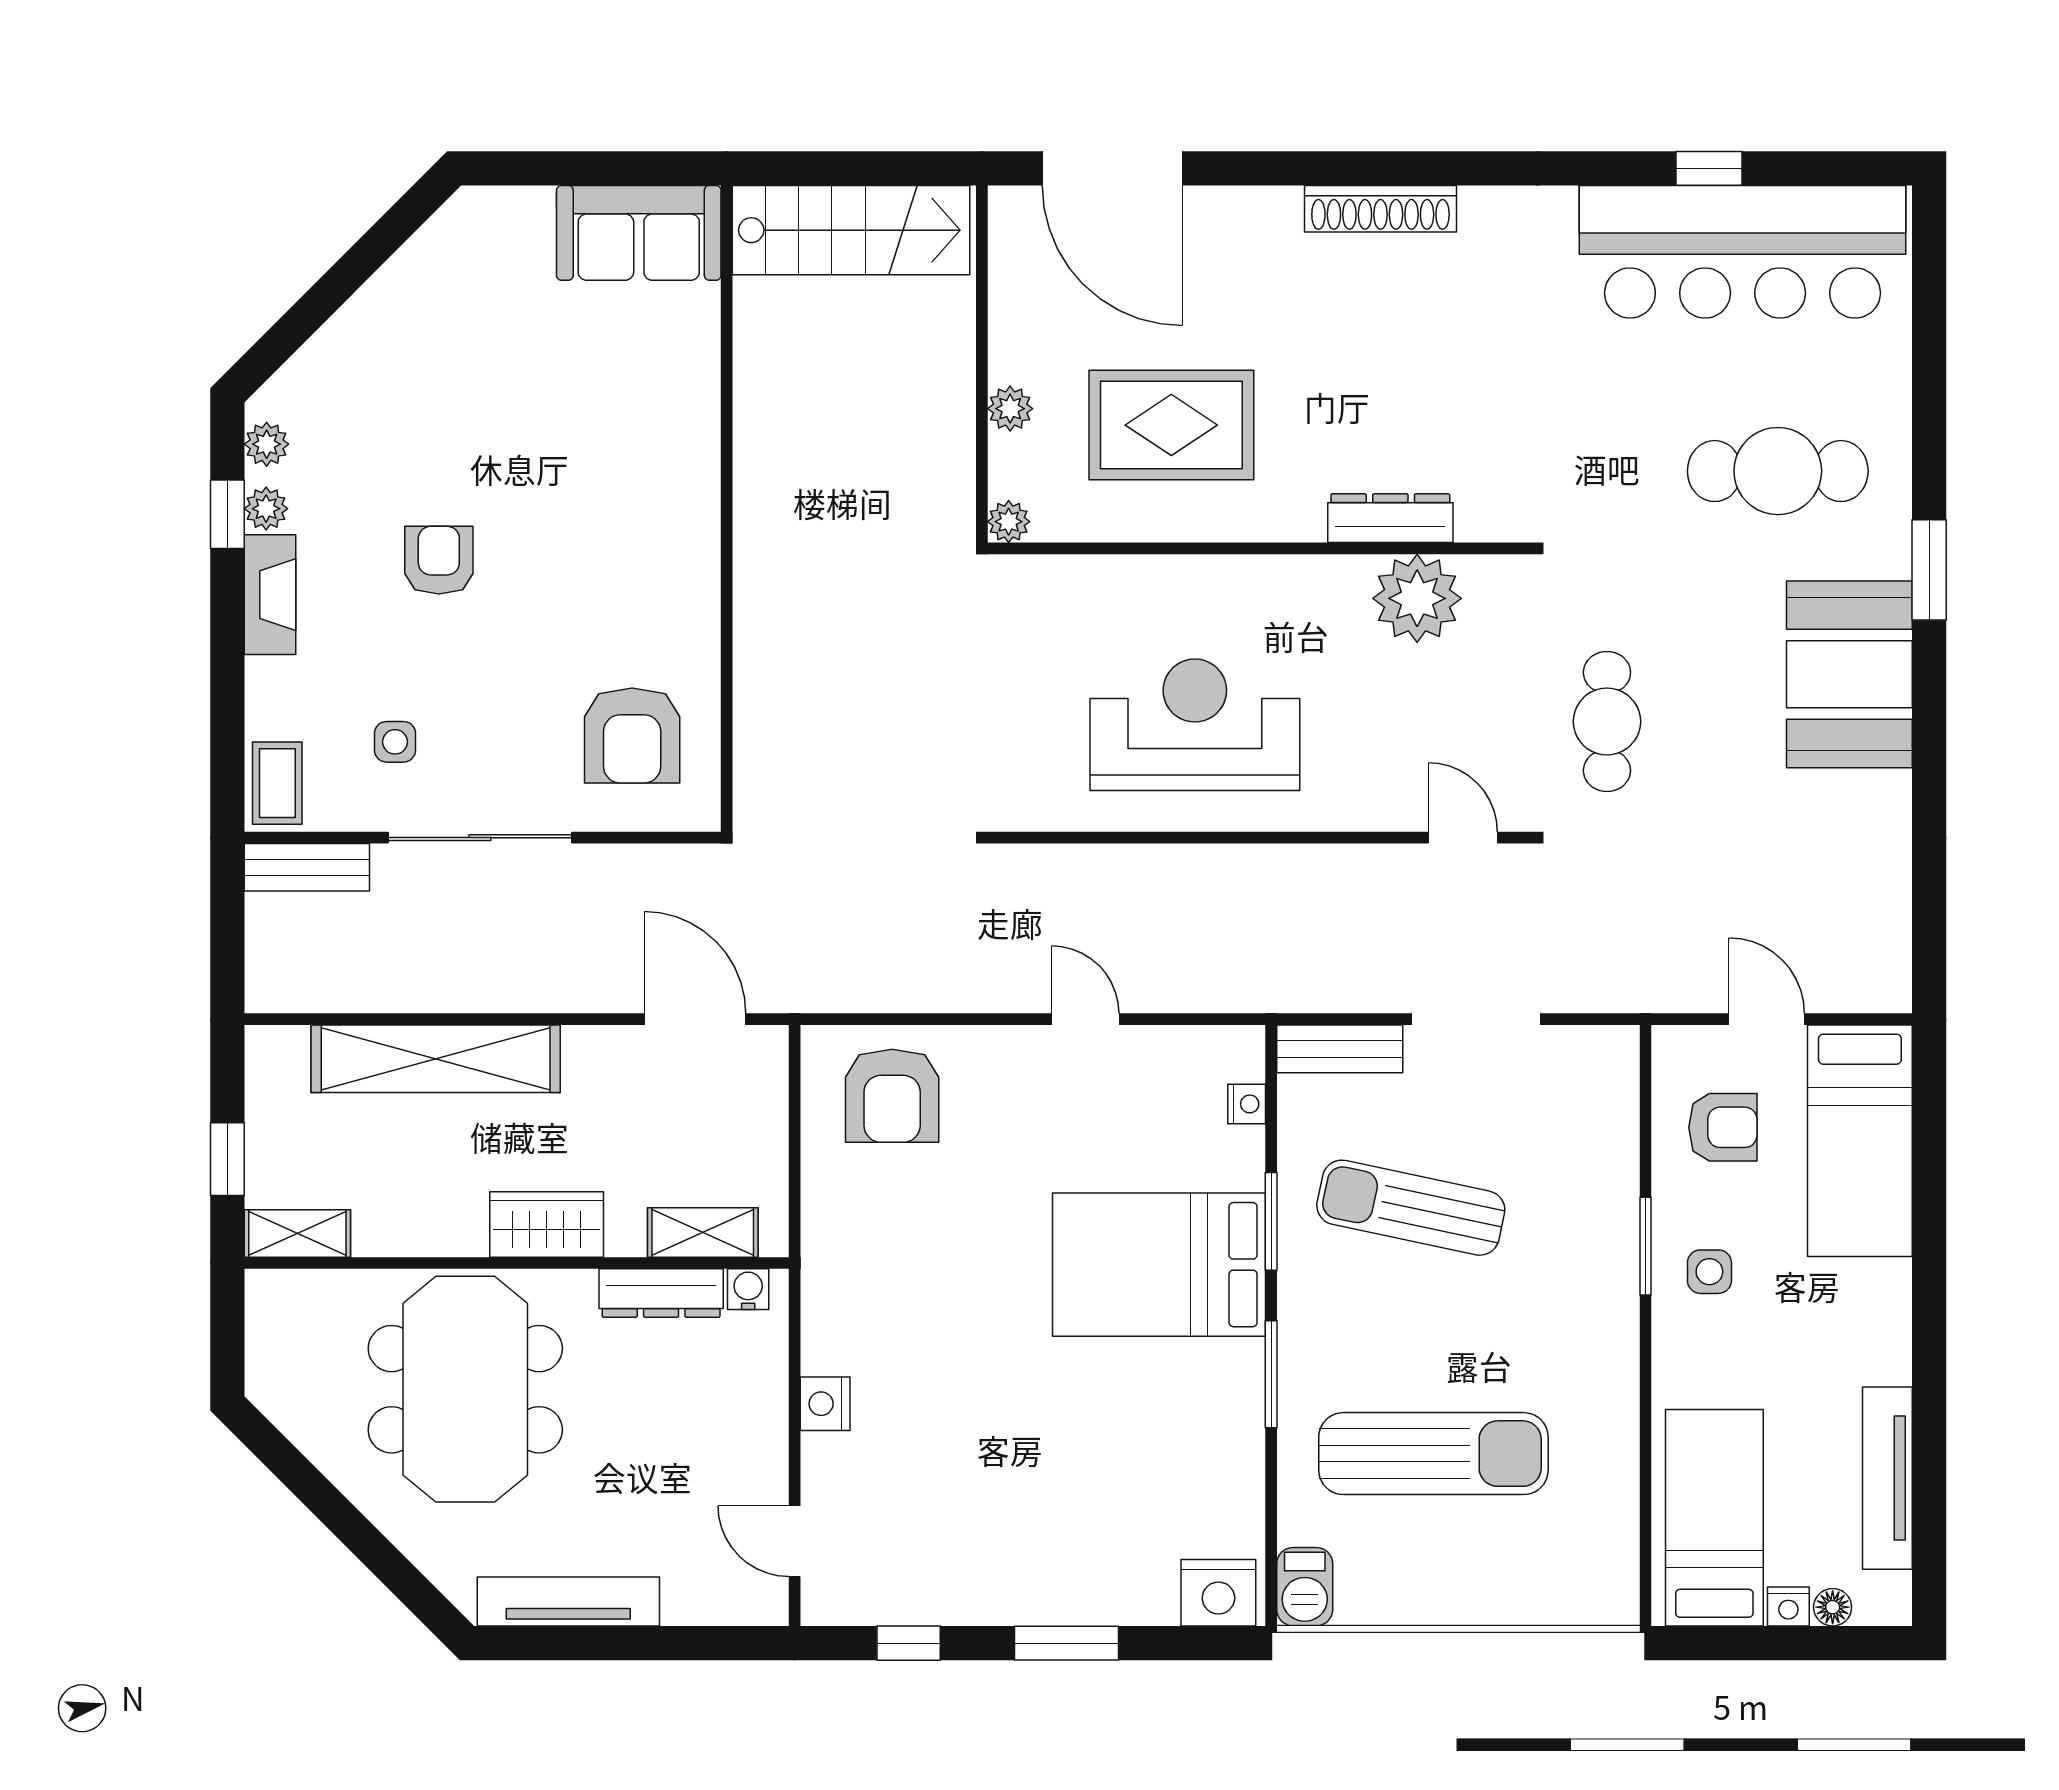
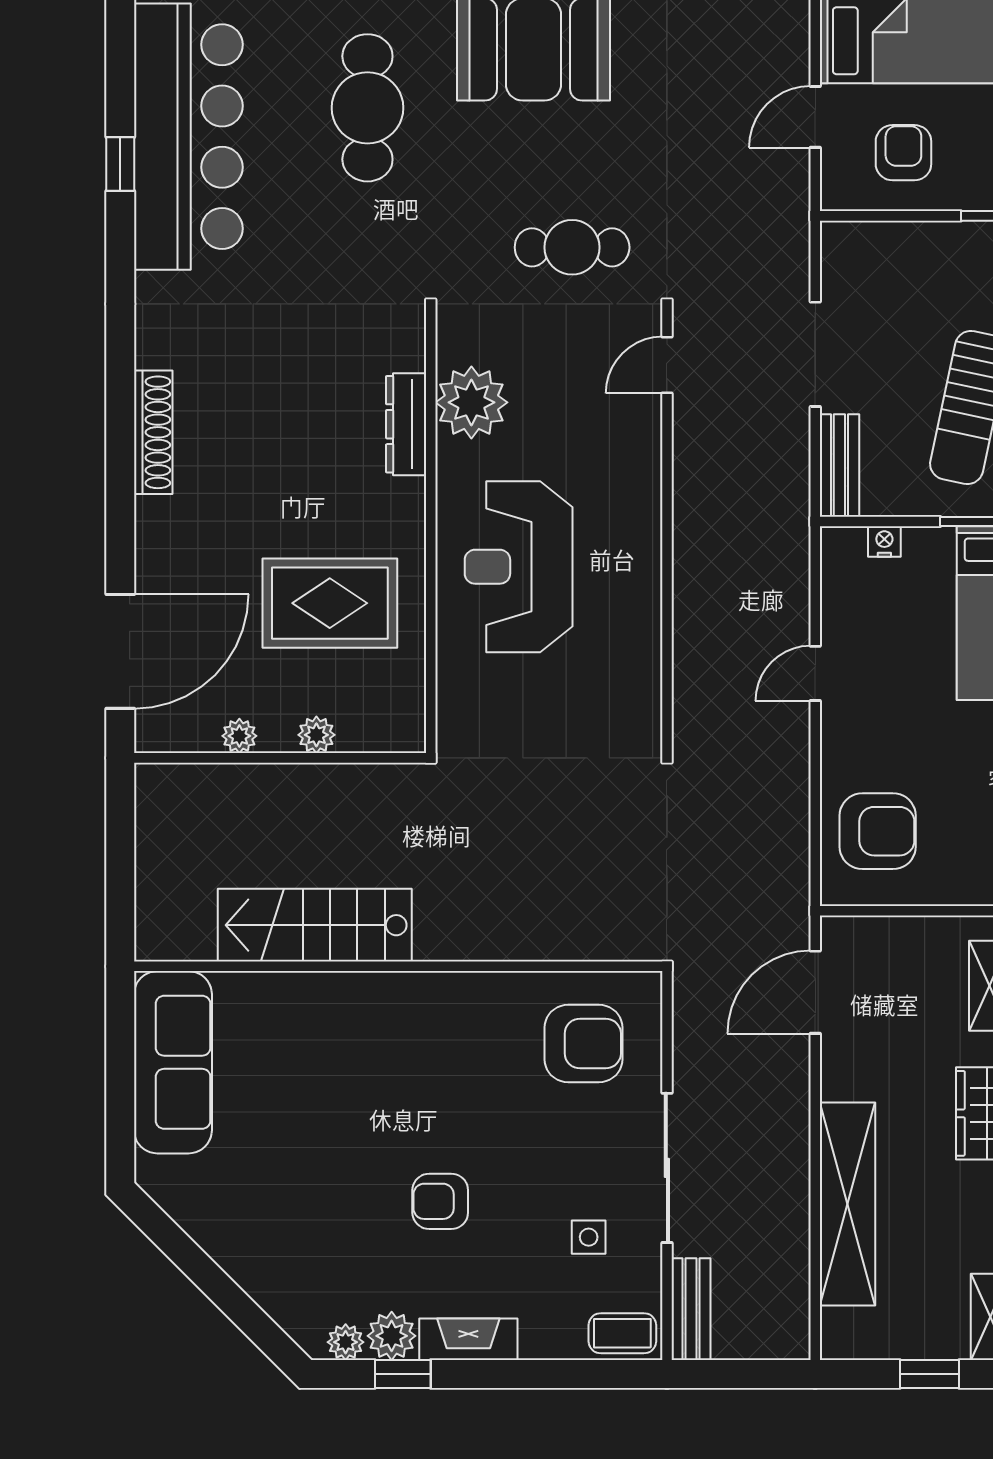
stairs: (851, 230) -> (315, 925), moved, turned -90
sofa: (639, 233) -> (173, 1062), width x1.36
rug: (1171, 425) -> (330, 603), turned 90
plant: (266, 509) -> (392, 1336), width x1.38, depth x1.38
plant: (1009, 522) -> (239, 736), moved
reception desk: (1195, 725) -> (519, 567), moved

